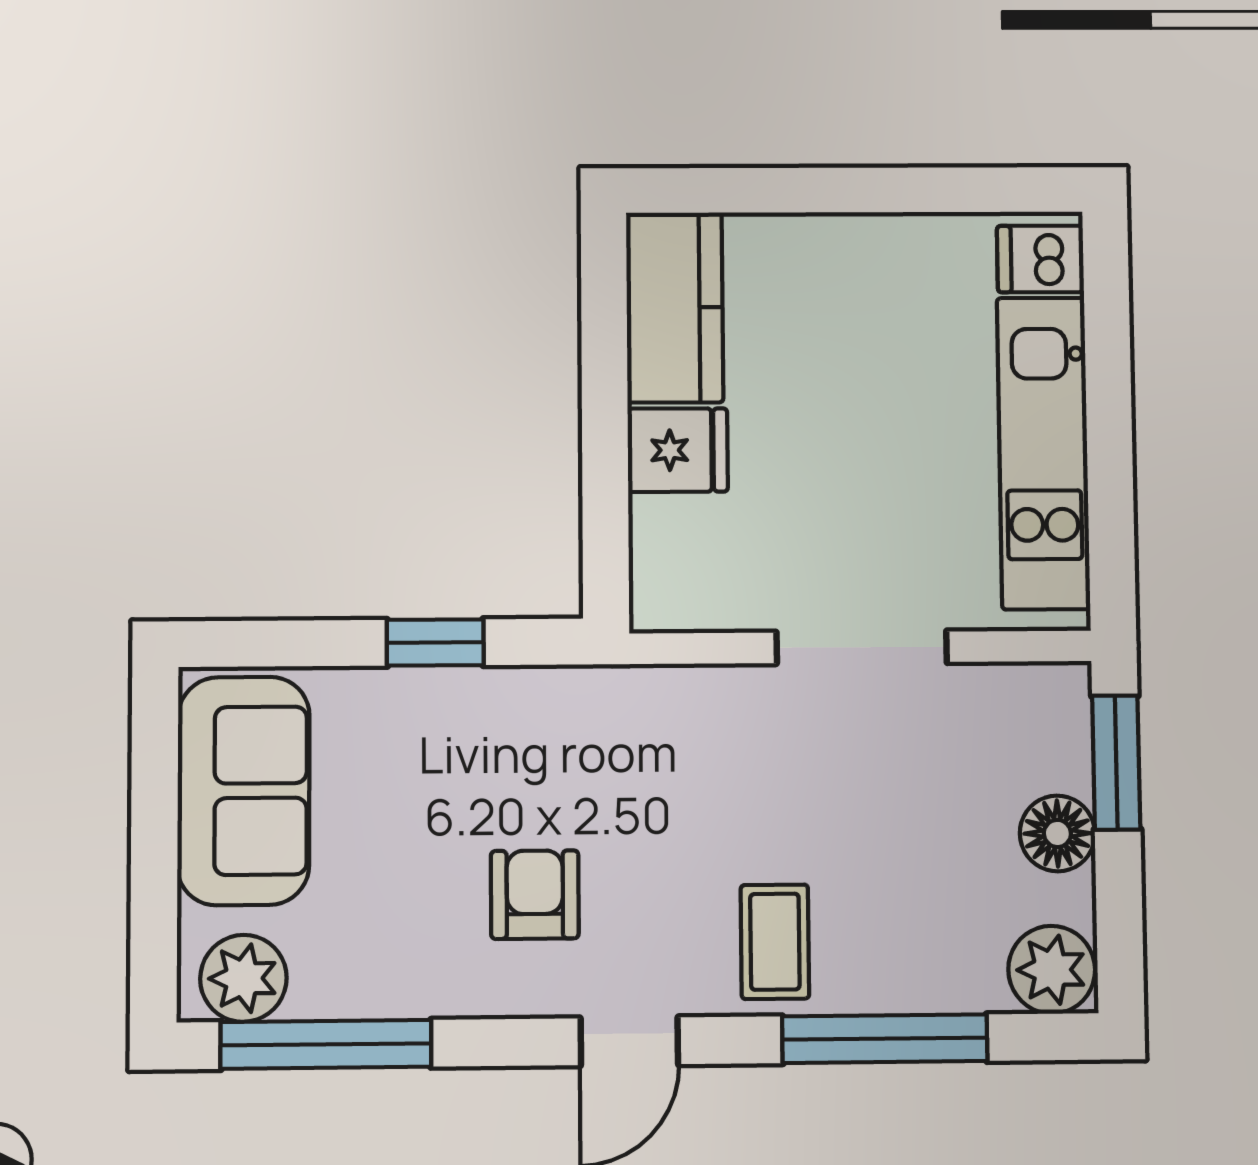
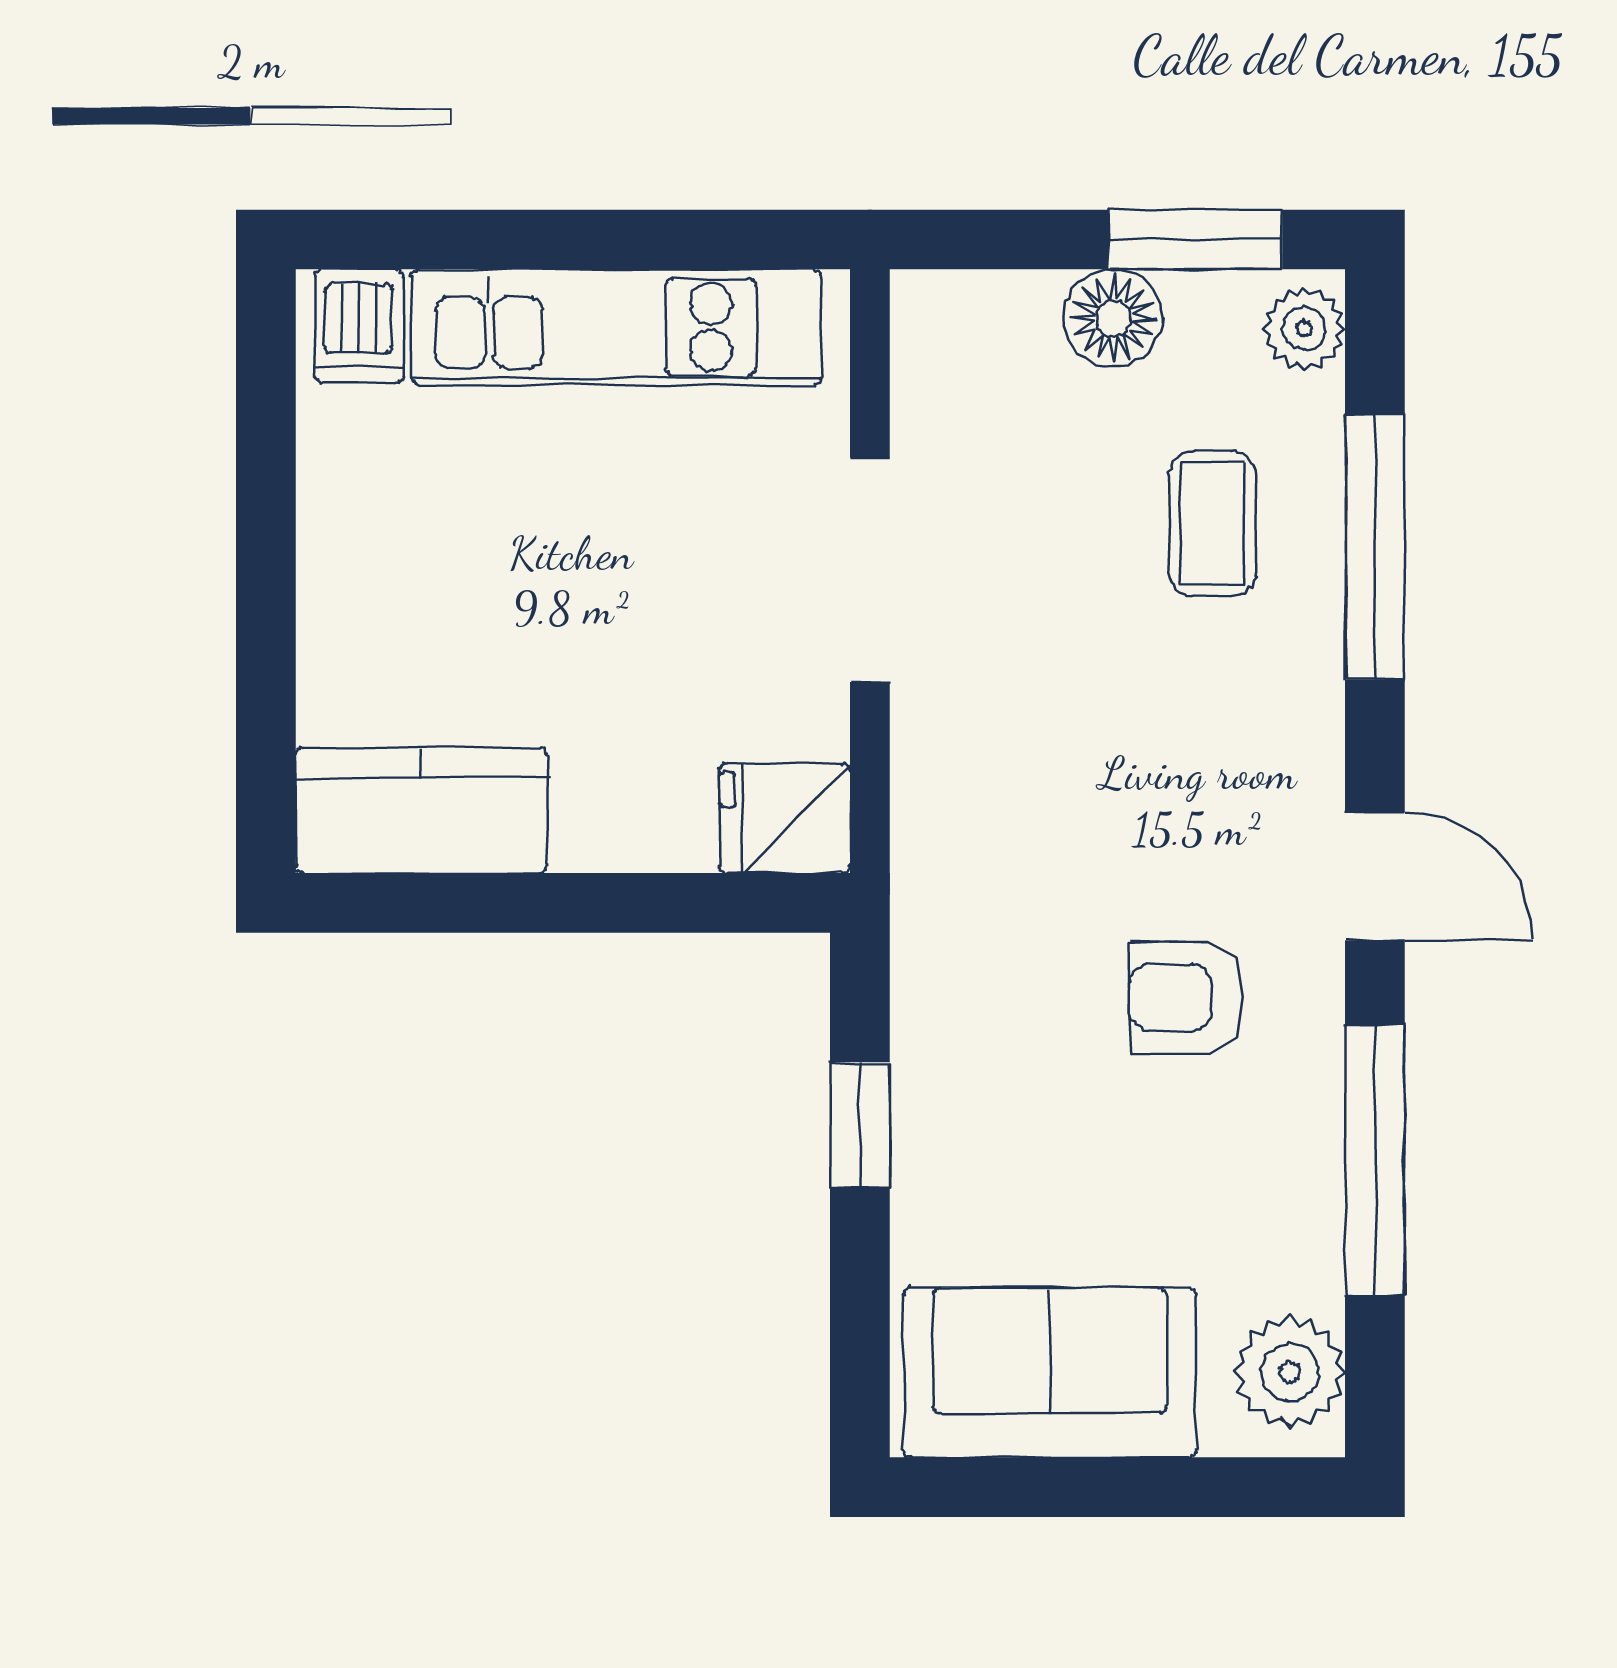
fridge: (678, 450) -> (785, 818), moved, turned -90
window: (1116, 763) -> (1195, 239), moved
coffee table: (775, 942) -> (1213, 524), moved, turned 90
plant: (1052, 970) -> (1304, 329), width x0.73, depth x0.73
window: (326, 1044) -> (1375, 1160), moved

